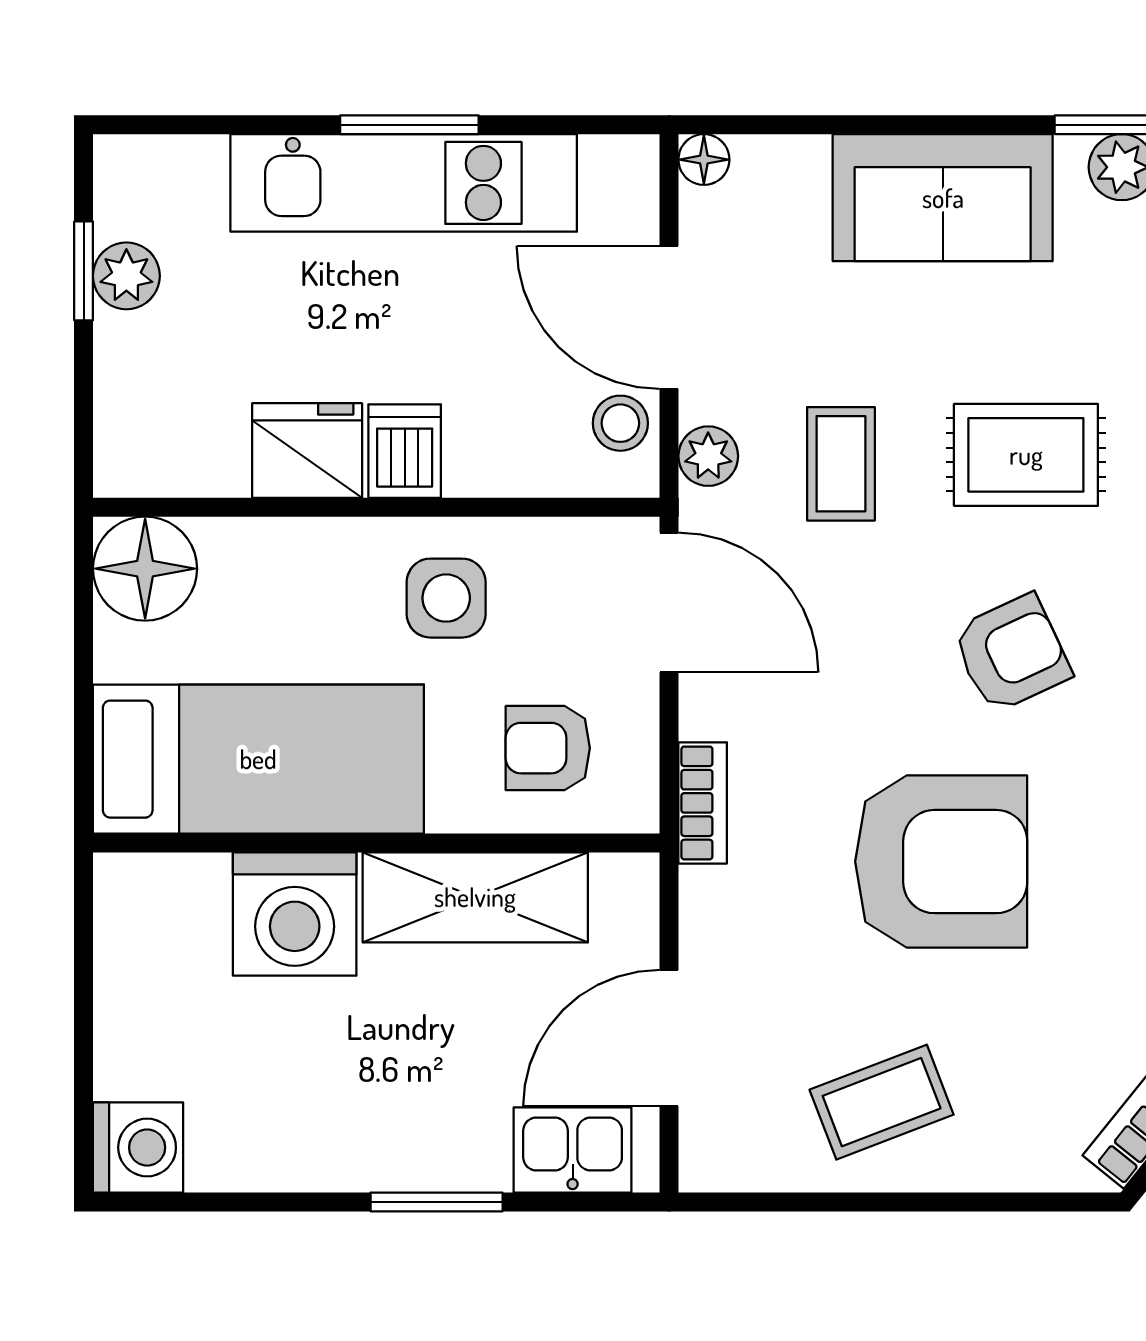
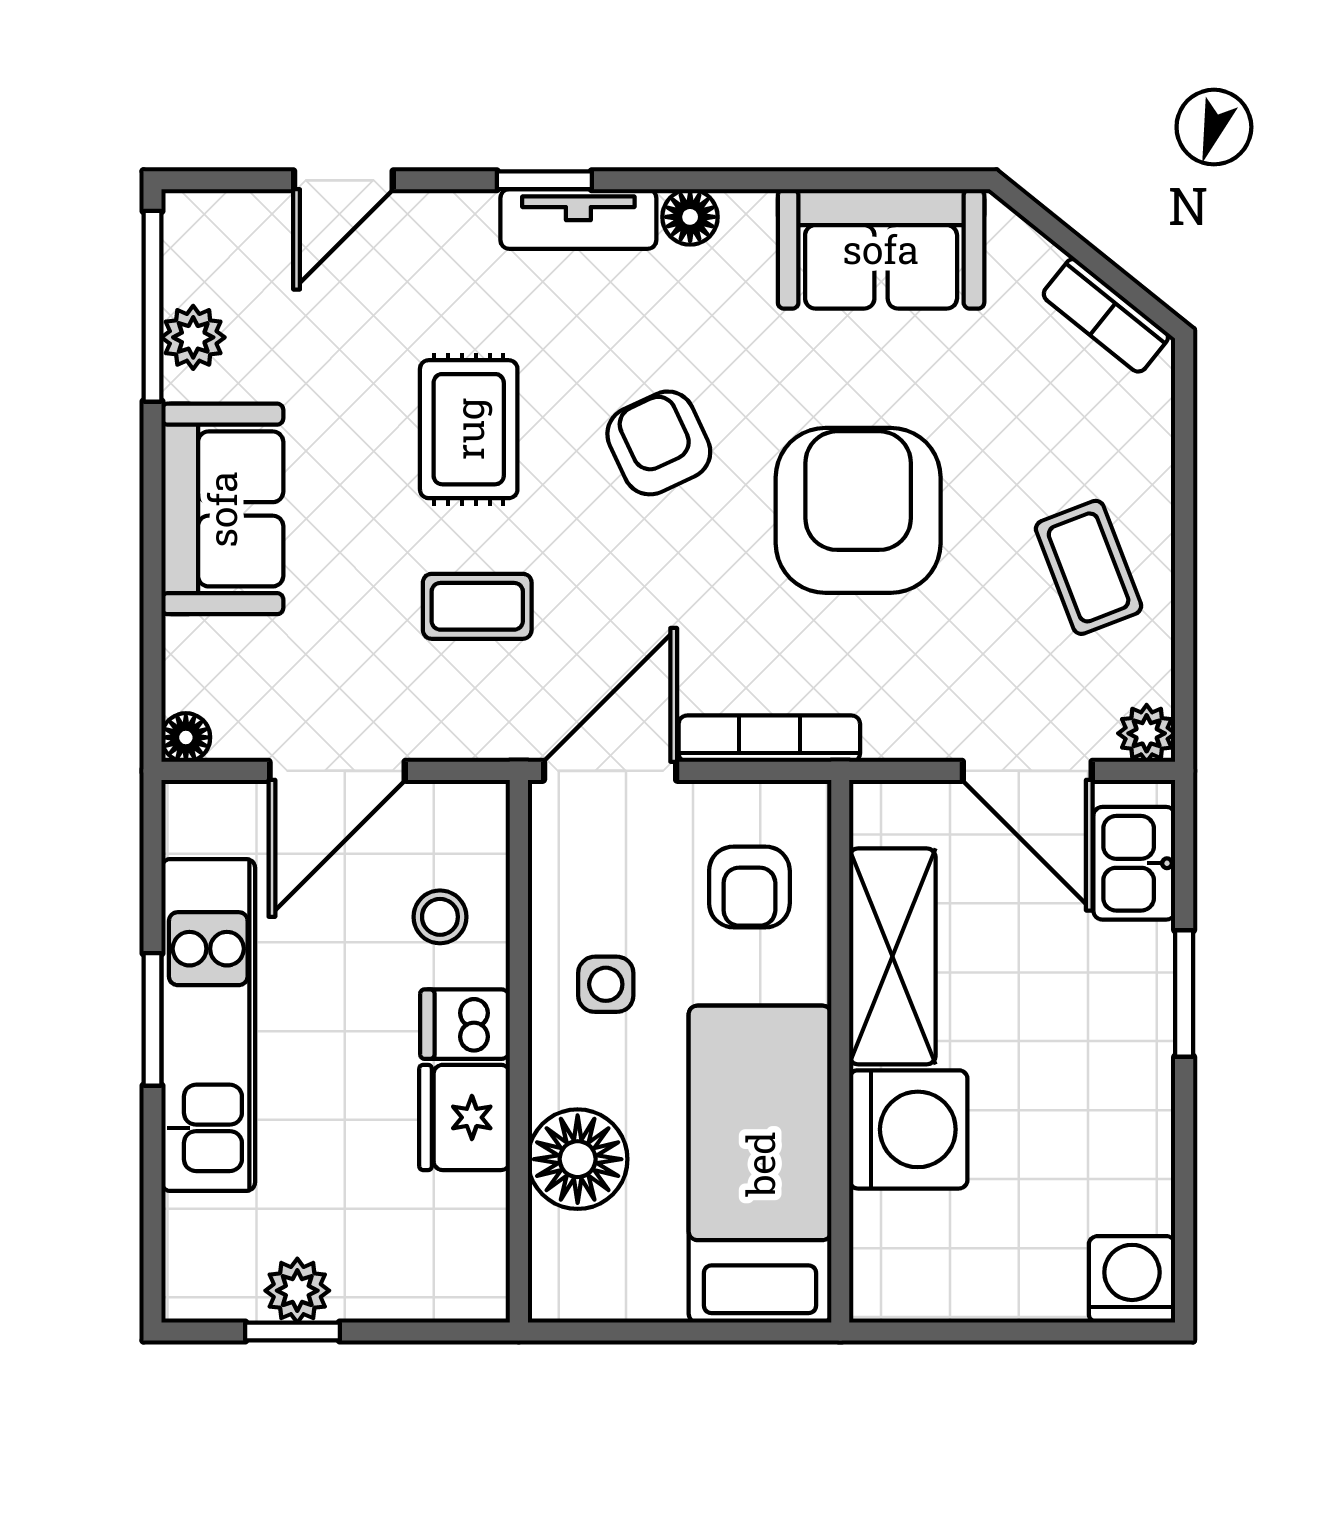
stool: (620, 423) -> (440, 917), moved
plant: (708, 456) -> (1147, 733), moved
floor lamp: (145, 569) -> (578, 1159), moved
side table: (446, 598) -> (606, 984), width x0.73, depth x0.73
bookcase: (703, 803) -> (769, 739), width x1.56

